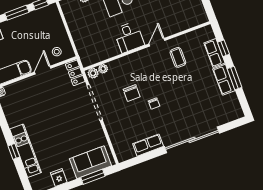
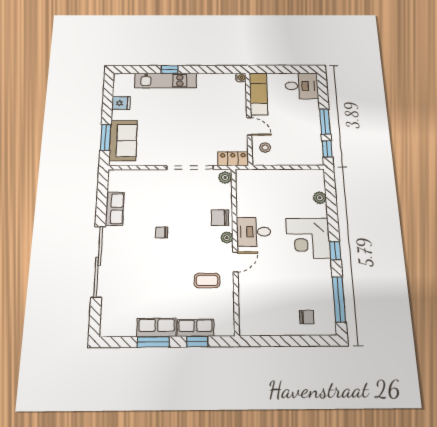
door: (157, 42) -> (235, 262), hinge flipped
plant: (103, 69) -> (227, 238), moved
chair: (132, 93) -> (220, 218), moved

